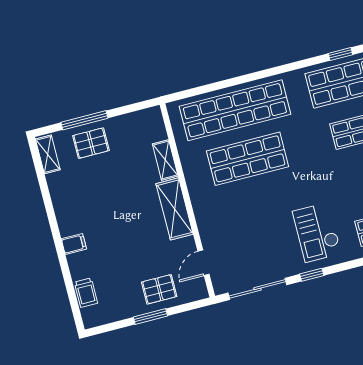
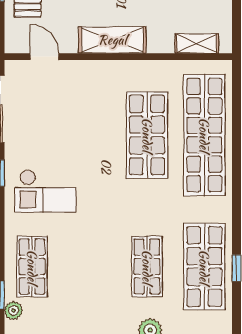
shelving: (165, 160) -> (197, 44), moved
checkout: (317, 232) -> (46, 191), turned 180

